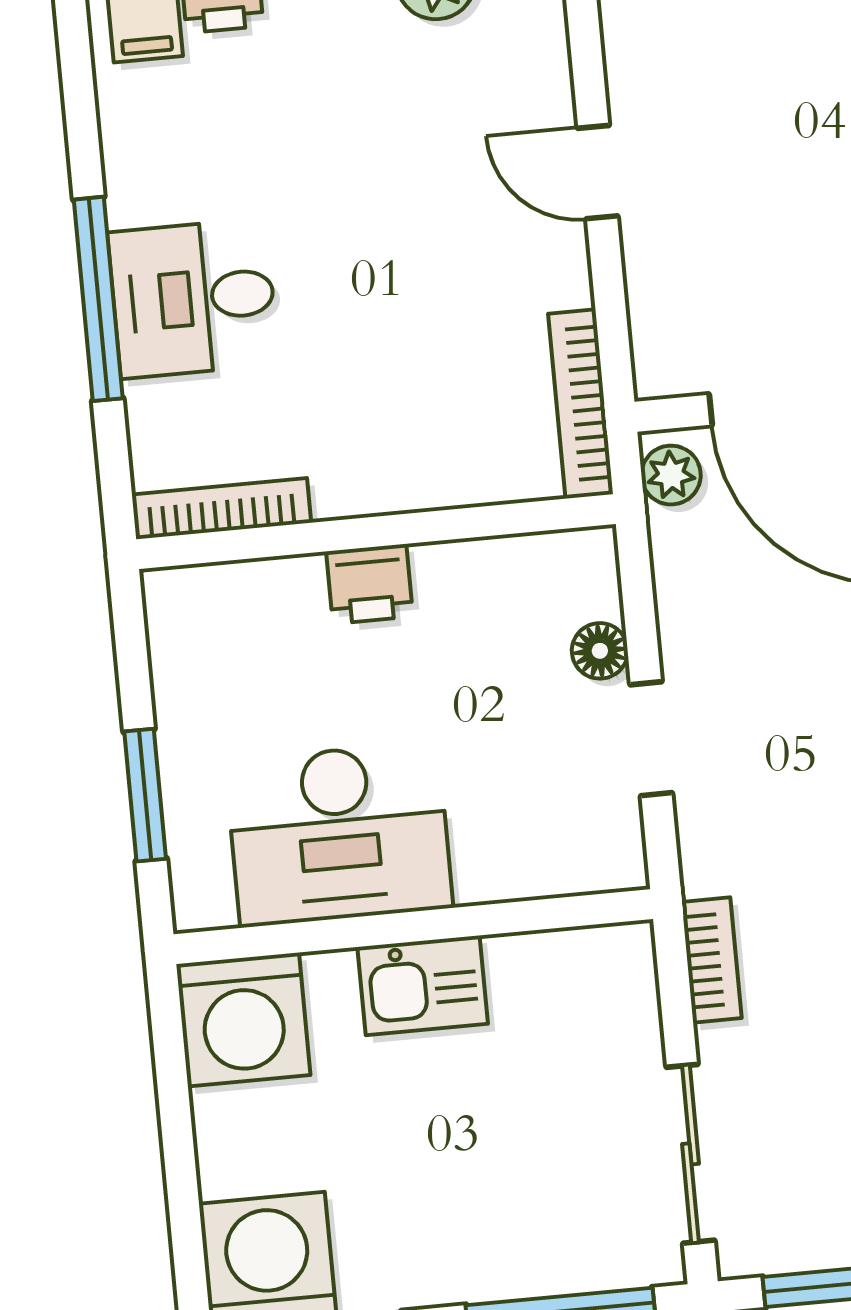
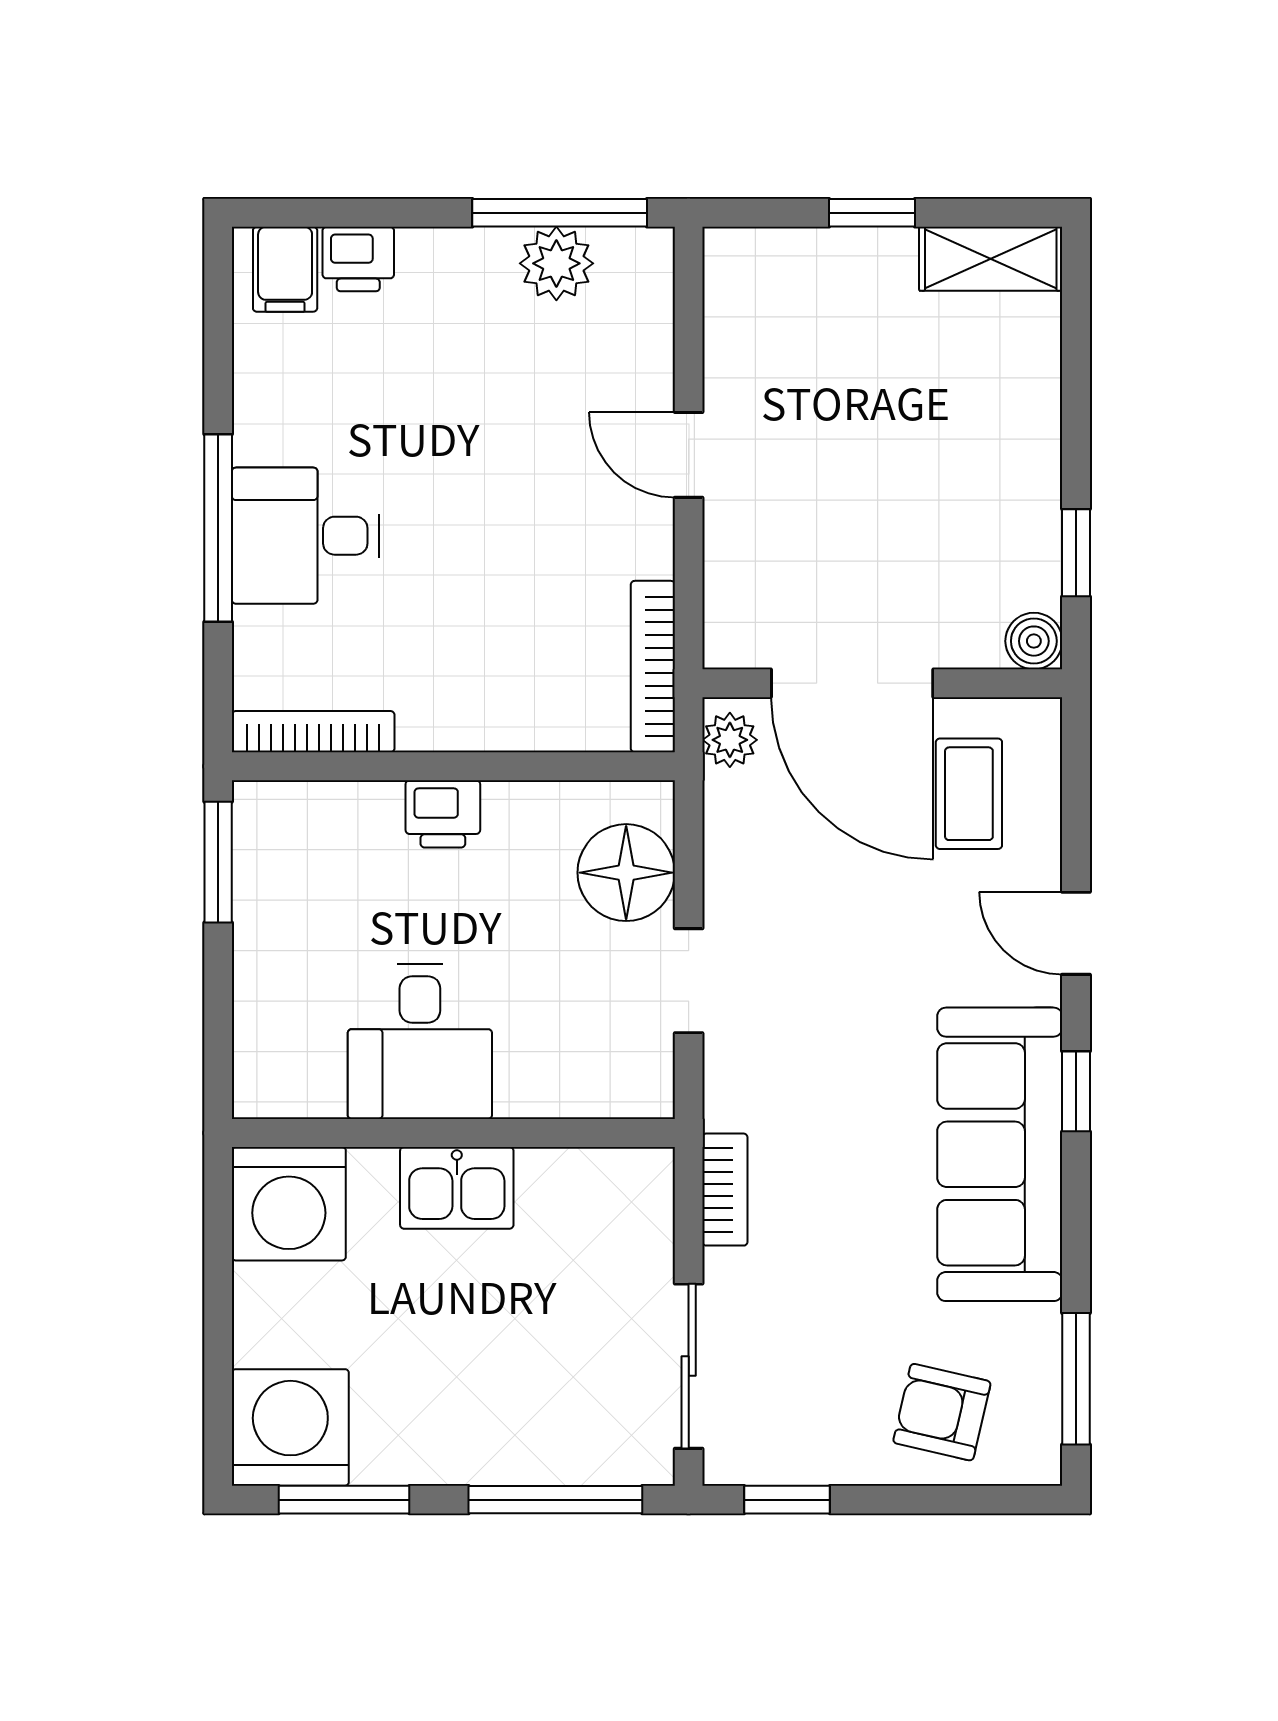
floor lamp: (600, 651) -> (626, 873), width x1.89, depth x1.89
window: (145, 795) -> (218, 862), moved
desk: (339, 834) -> (420, 1041), width x0.73

